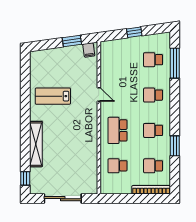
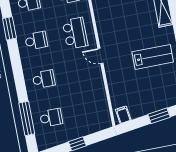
window: (72, 41) -> (159, 116), moved
door: (99, 95) -> (100, 56), moved

